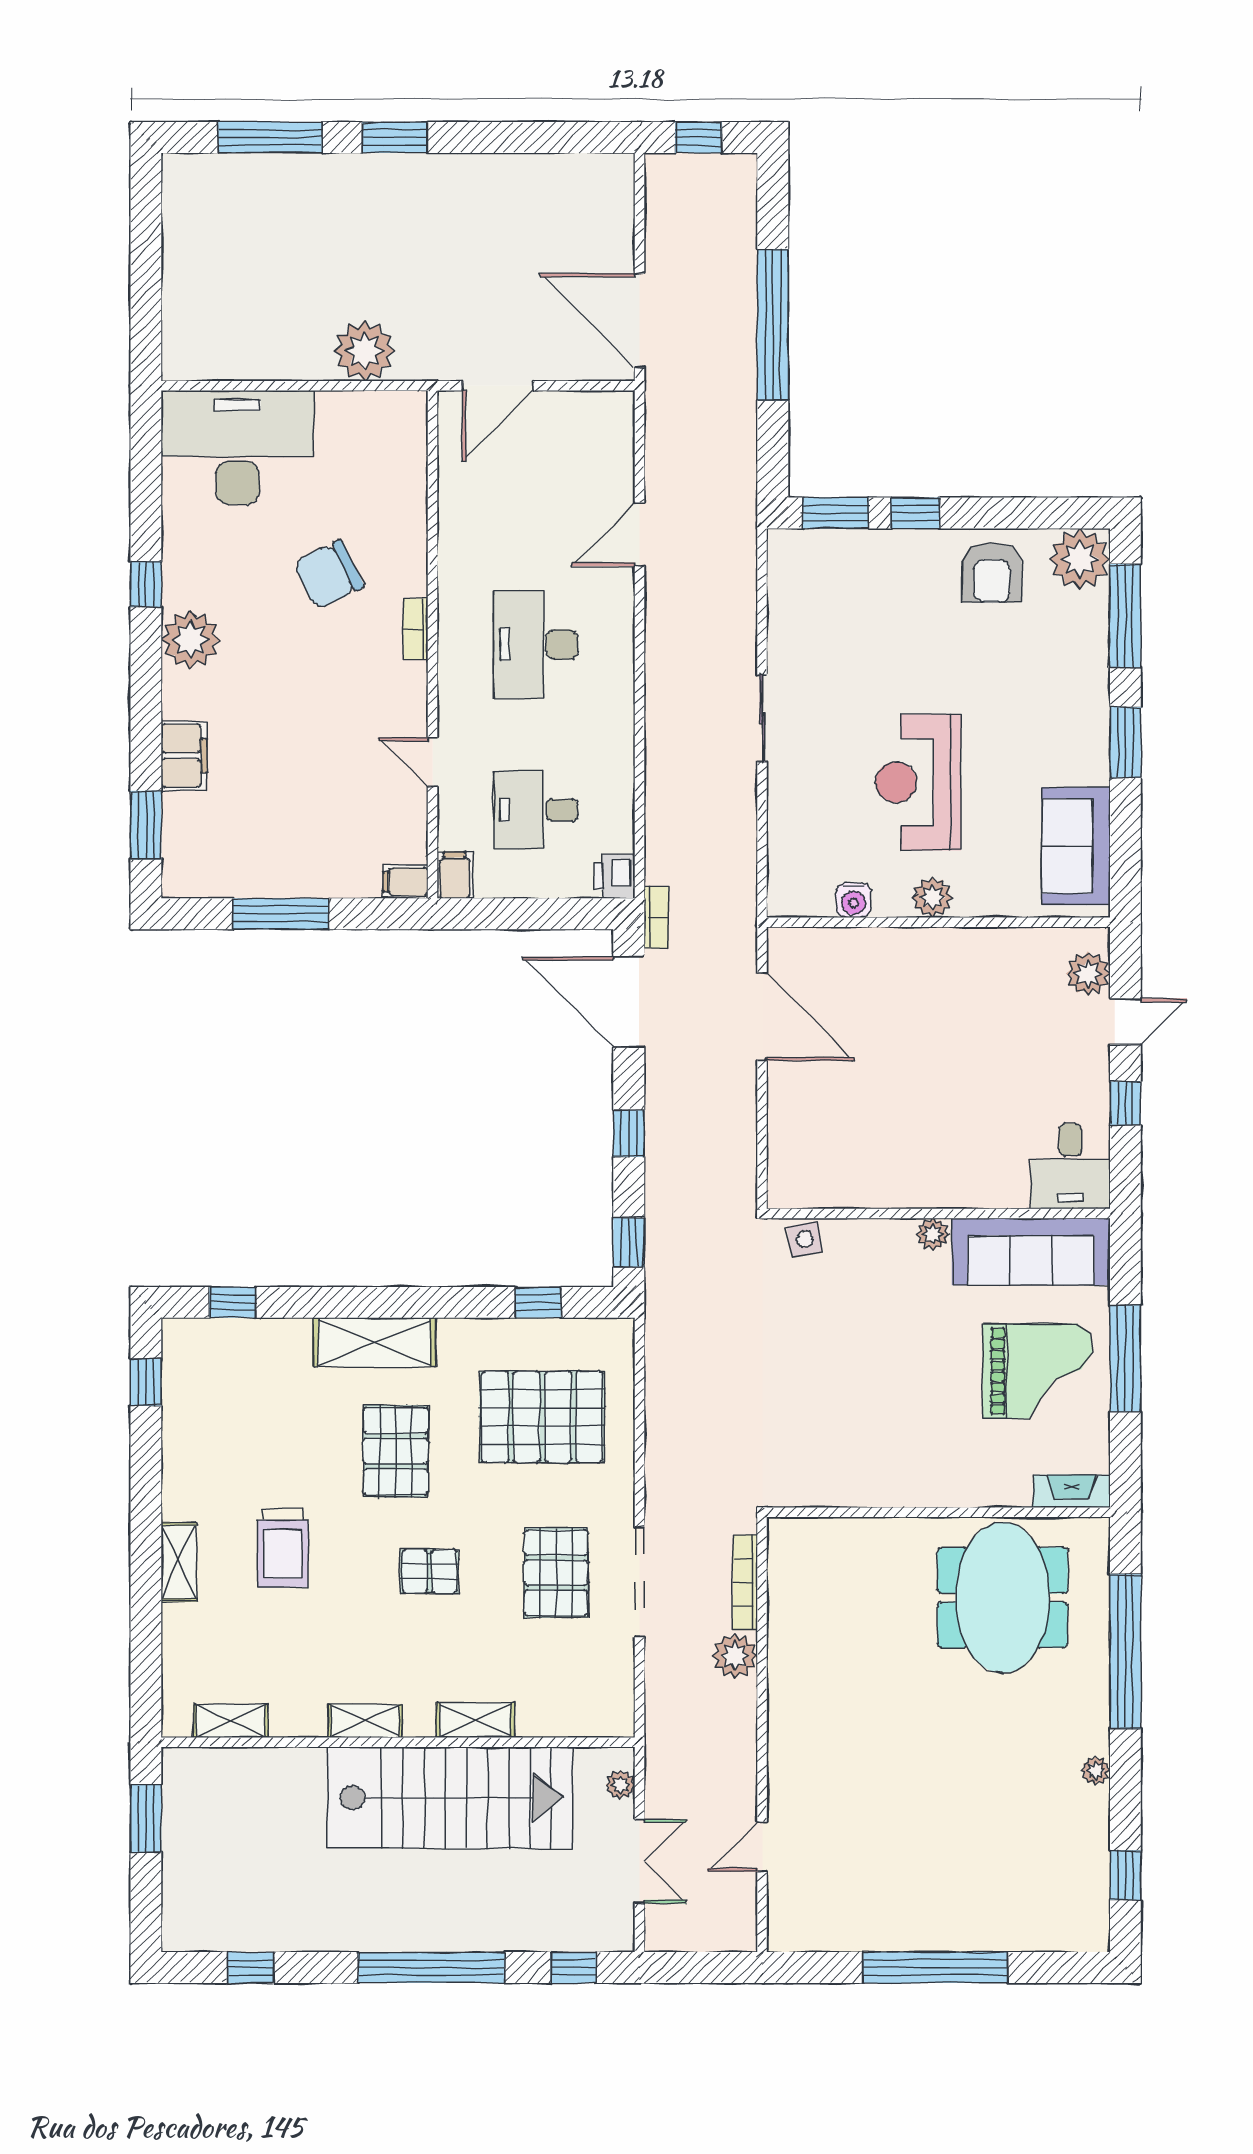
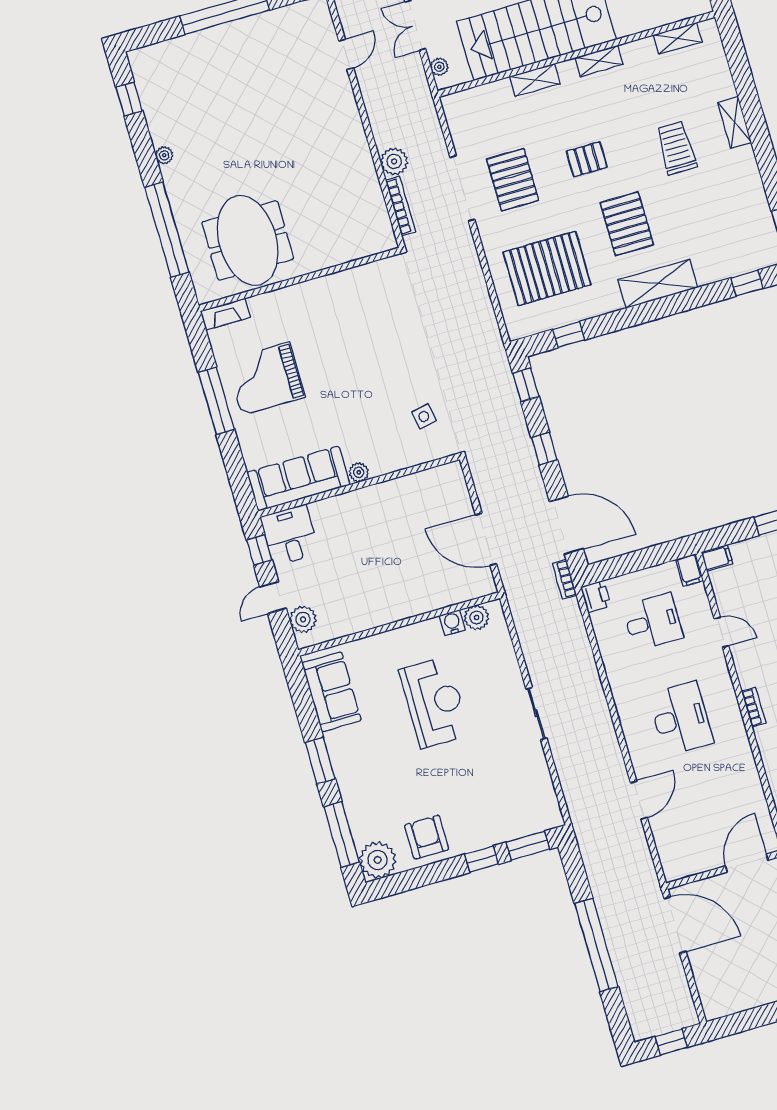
plant: (932, 897) -> (477, 617), moved
desk: (1070, 1166) -> (290, 535), moved
wall: (938, 1213) -> (359, 485), moved
plant: (933, 1234) -> (359, 472), moved
sofa: (1031, 1252) -> (298, 479), moved

